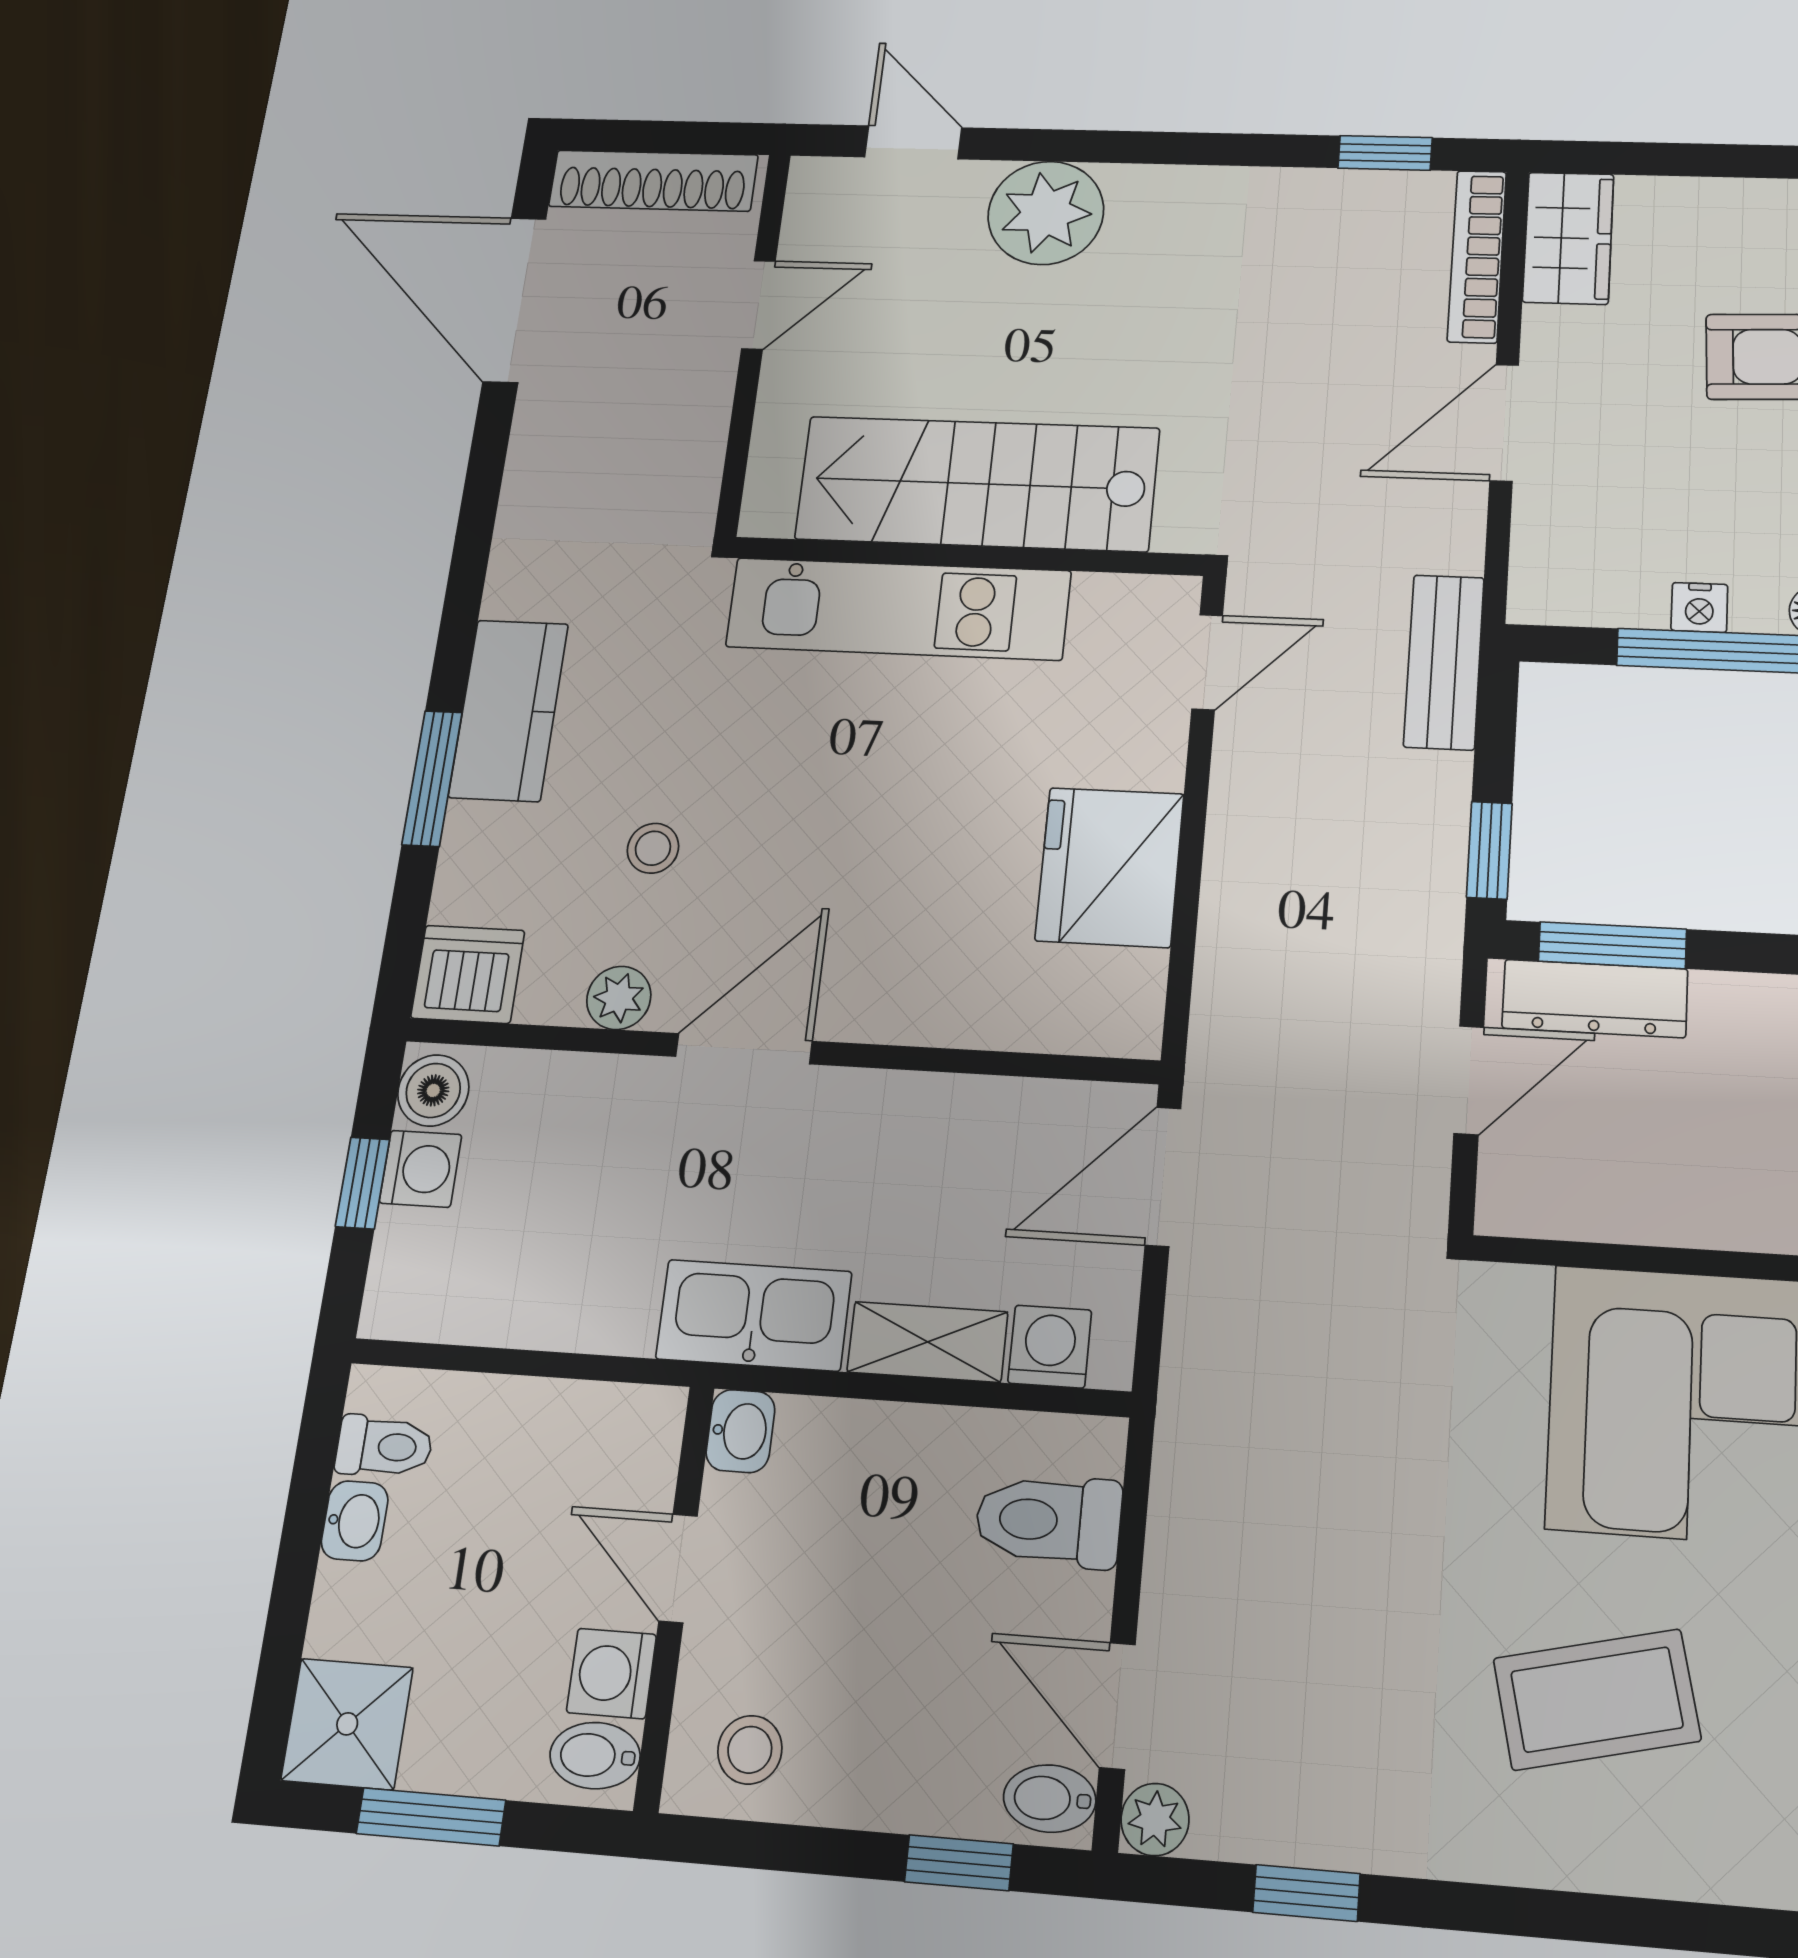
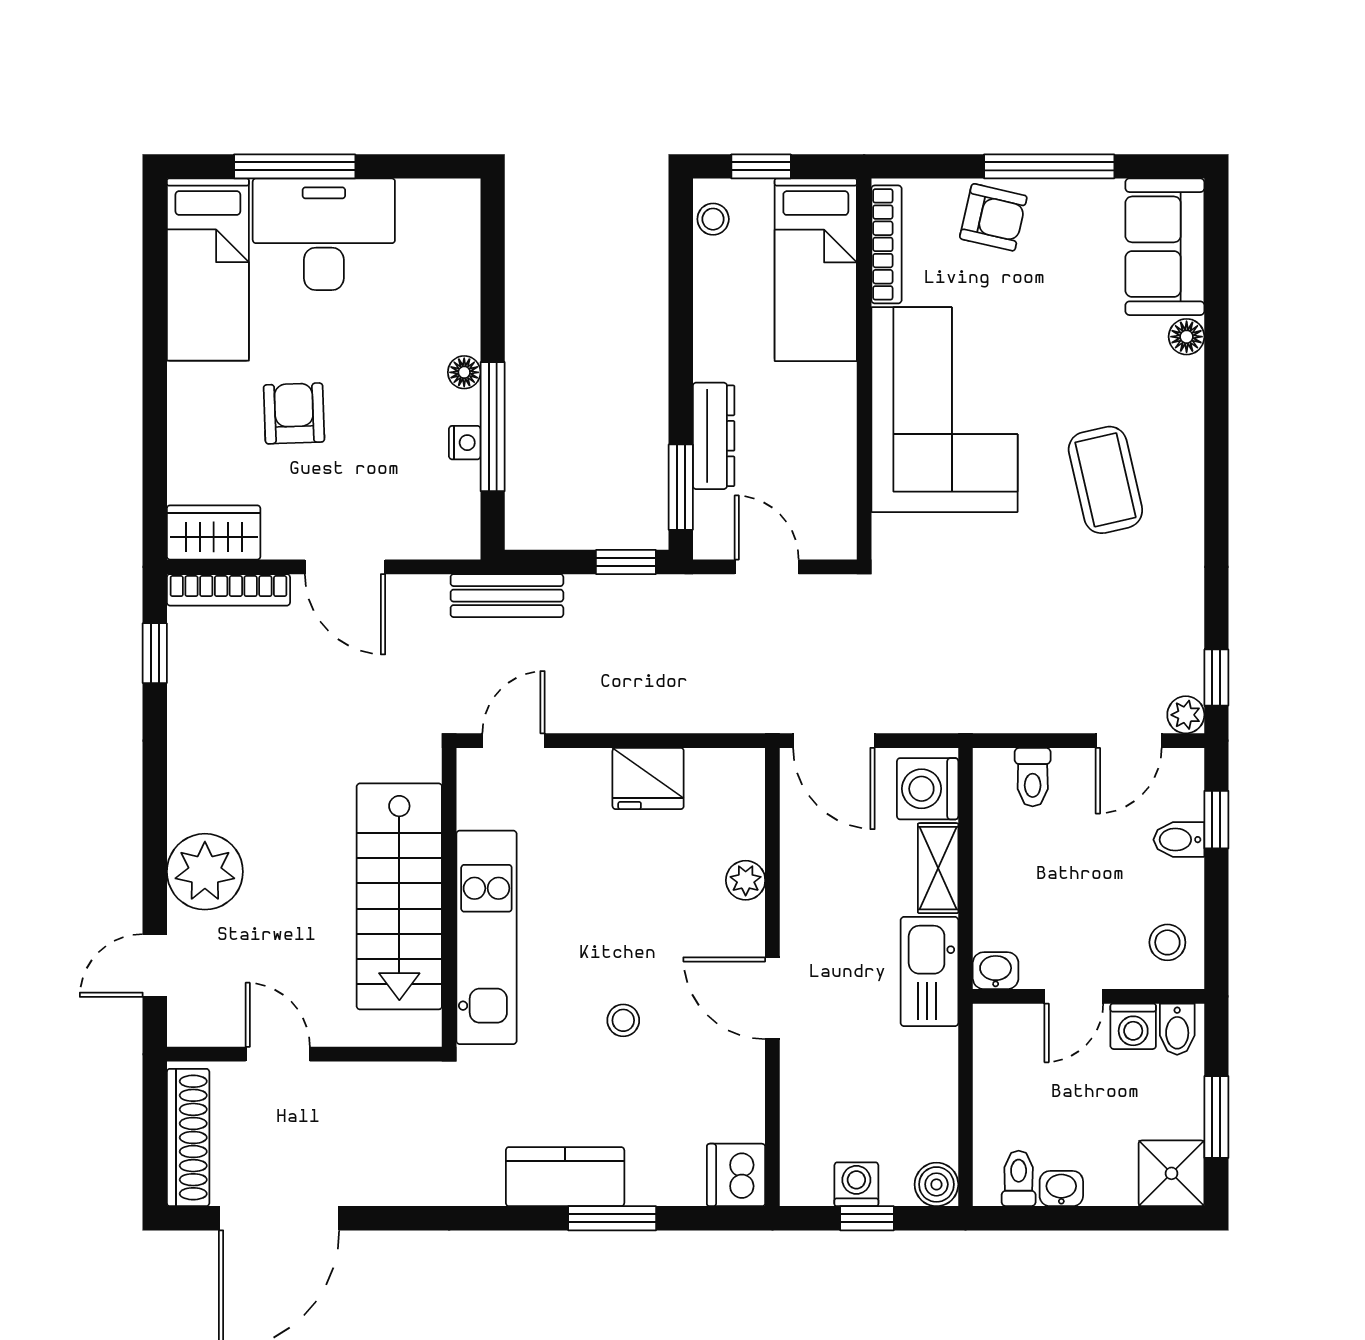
door: (1207, 662) -> (514, 741), hinge flipped
stool: (653, 848) -> (623, 1020), moved
fridge: (1110, 867) -> (648, 778), width x0.73, depth x0.75
plant: (619, 998) -> (746, 880), moved
dresser: (1595, 999) -> (714, 436), moved
boiler: (433, 1090) -> (936, 1184), moved
washing machine: (1050, 1347) -> (928, 789), width x1.38, depth x1.38
toilet: (1048, 1521) -> (1033, 777), width x0.73, depth x0.72
bidet: (1050, 1799) -> (1179, 840), moved, turned 90
window: (1306, 1893) -> (1216, 678), moved

